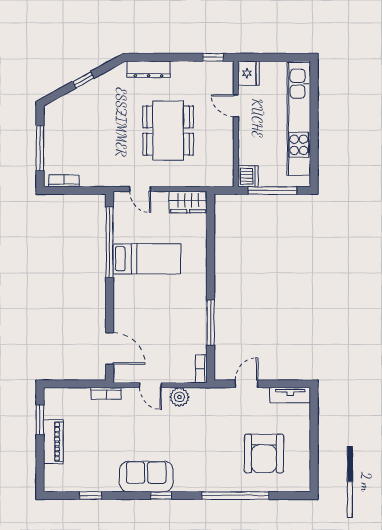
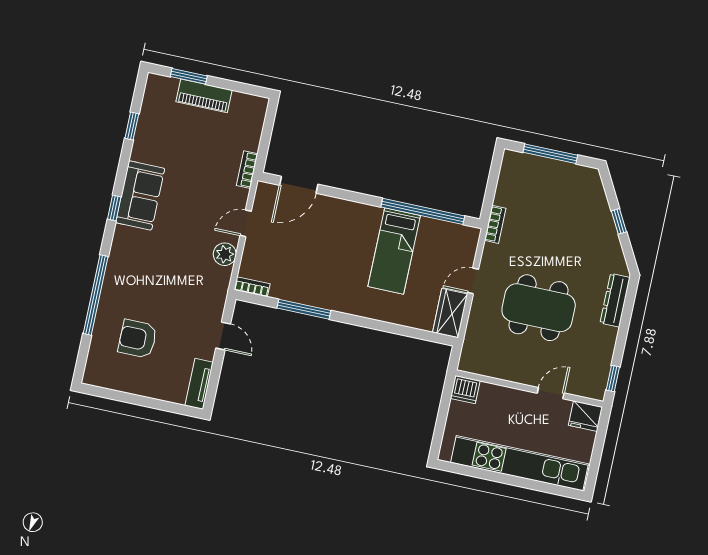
bookcase: (64, 181) -> (495, 224), moved
door: (140, 189) -> (473, 281), moved
window: (272, 190) -> (443, 415), removed
window: (40, 420) -> (189, 76), moved
armchair: (264, 453) -> (138, 339), width x0.73, depth x0.73

